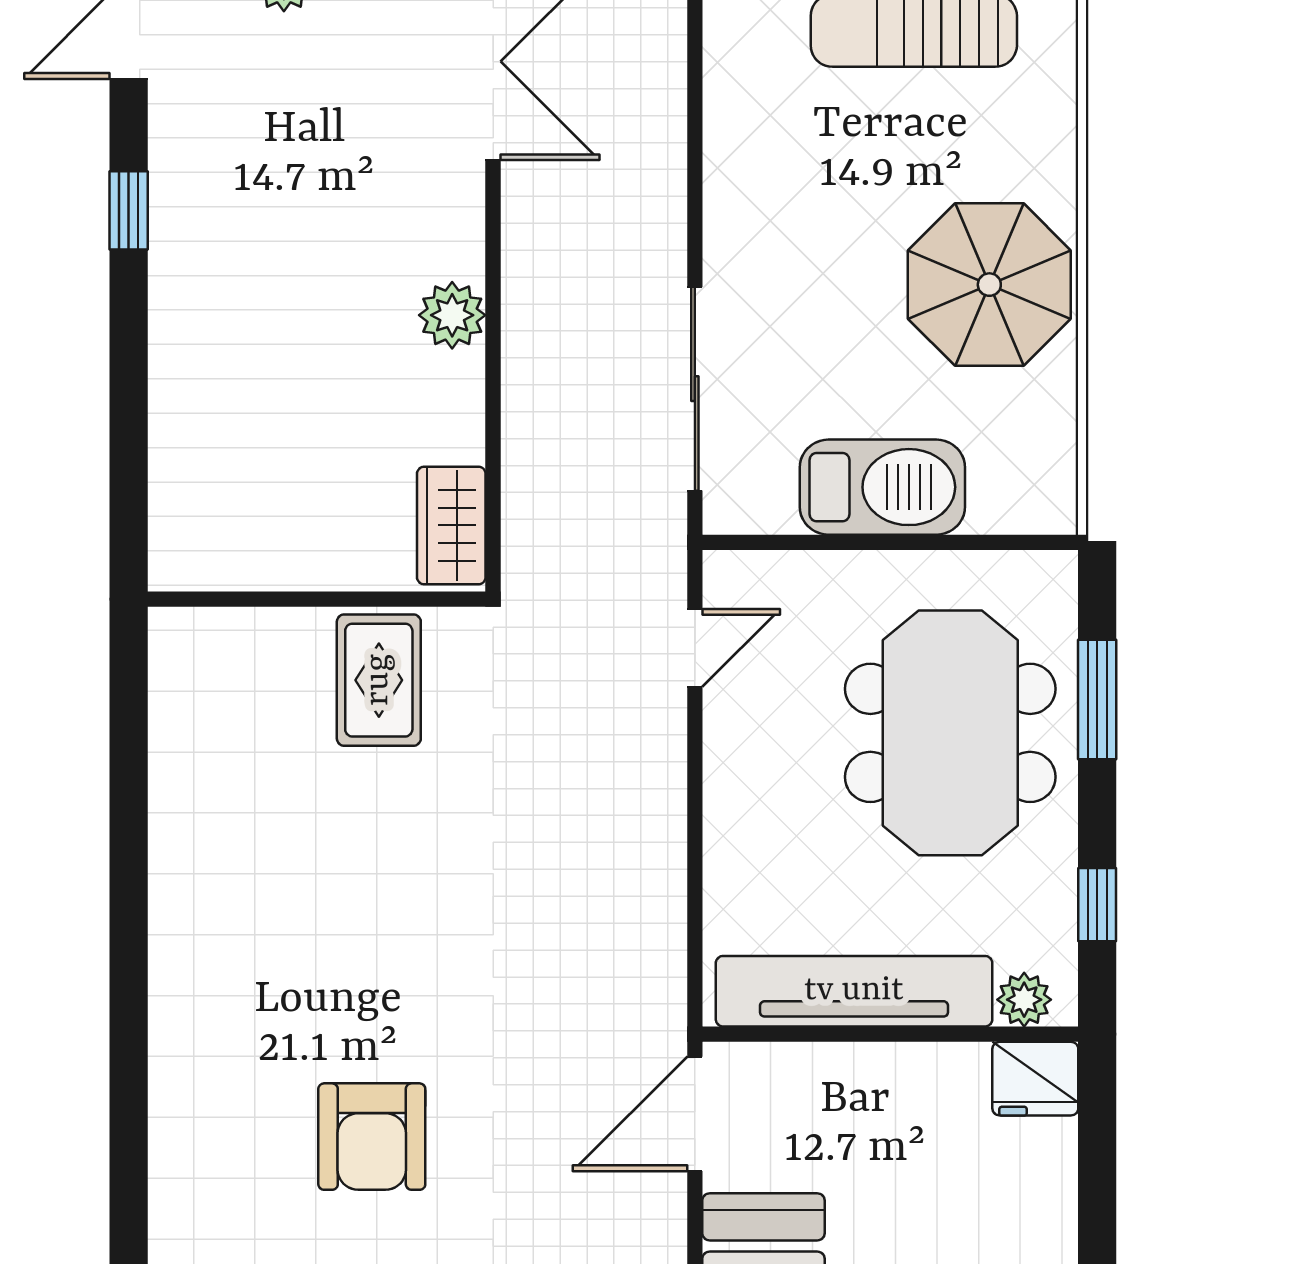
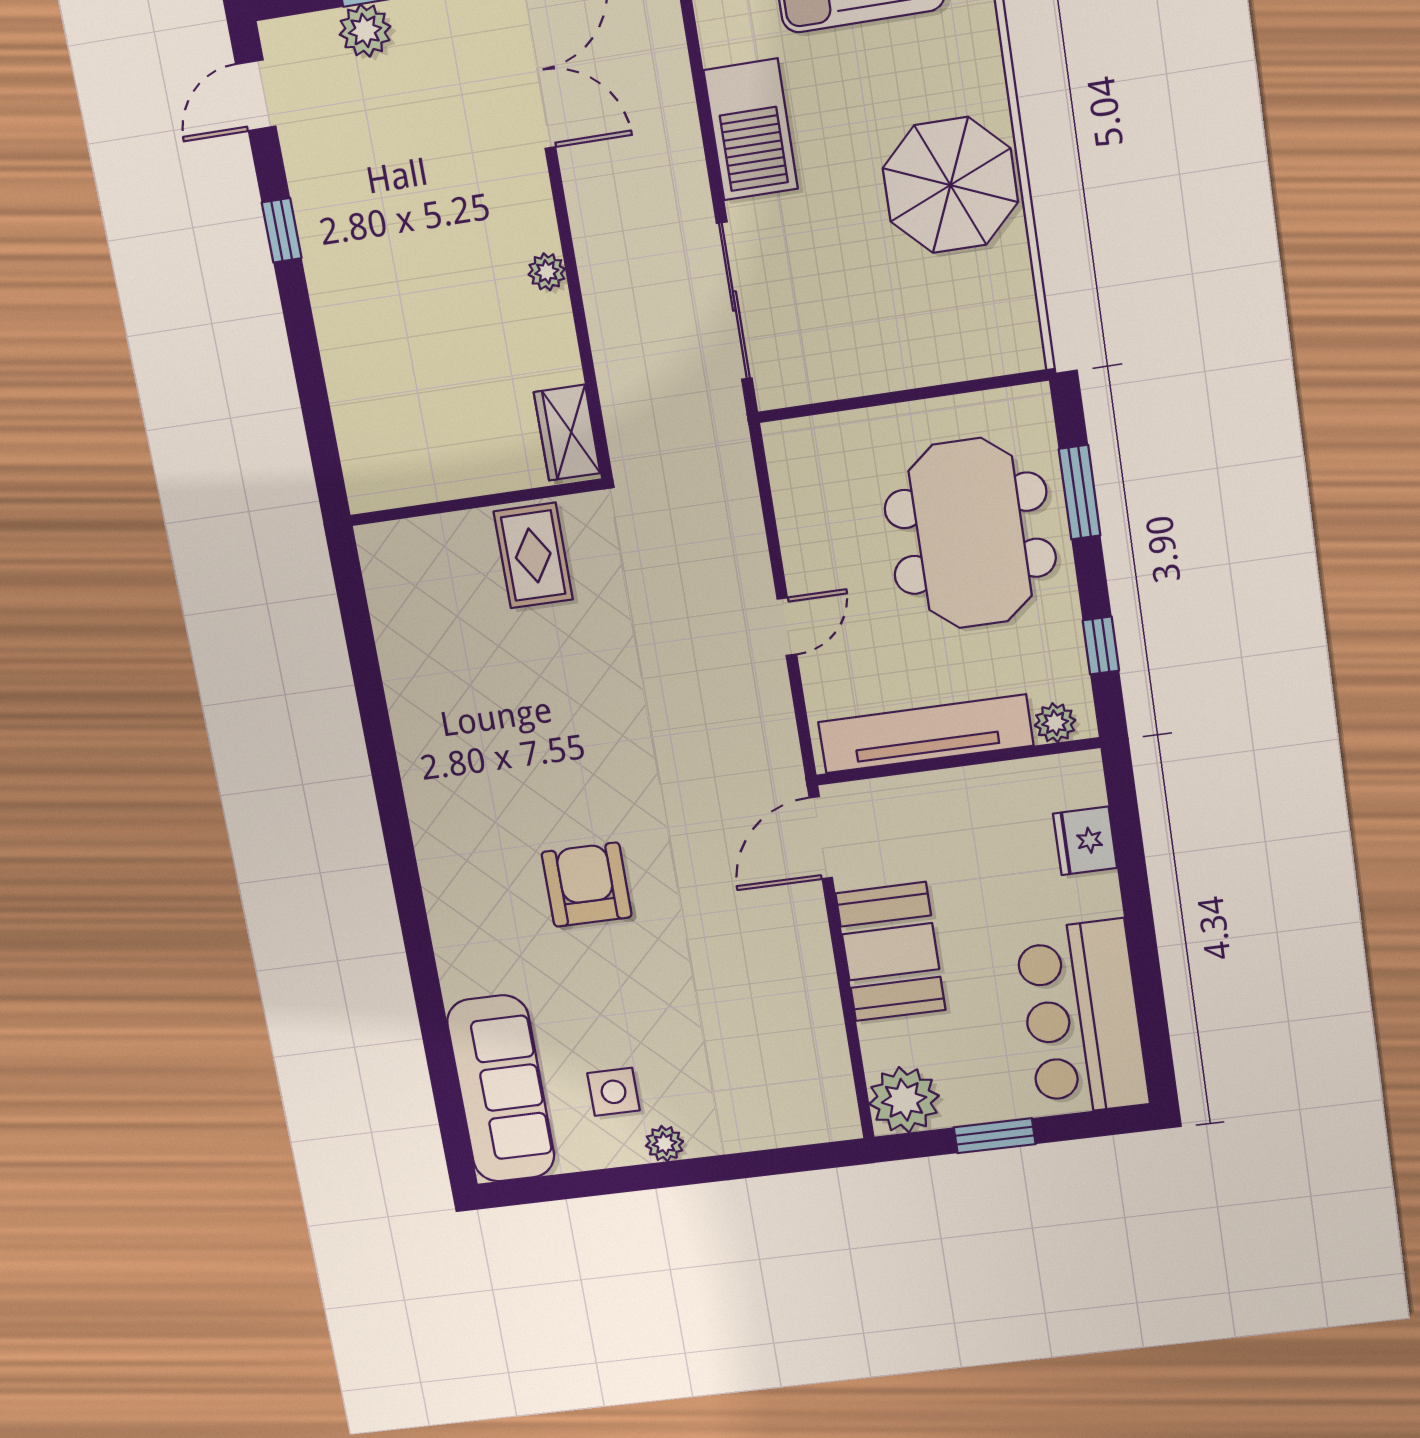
plant: (452, 315) -> (547, 272), width x0.73, depth x0.73
barbecue: (882, 487) -> (751, 129), moved, turned 90
door: (695, 648) -> (787, 627), moved
fridge: (1035, 1079) -> (1085, 841), moved, turned 90
armchair: (372, 1137) -> (587, 885), turned 180

